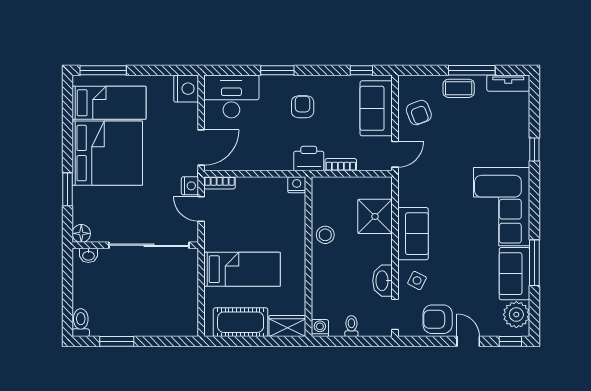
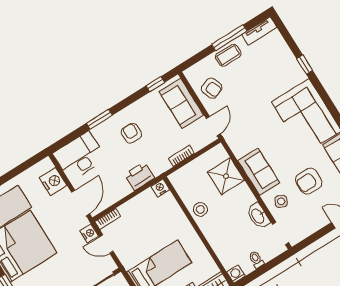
nightstand: (186, 89) -> (53, 182), moved
printer: (309, 159) -> (140, 176), moved
armchair: (438, 319) -> (309, 181), moved

